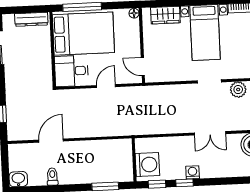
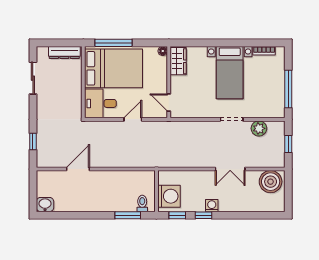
wardrobe: (165, 15) -> (178, 61), moved, turned -90
toilet: (52, 177) -> (142, 203), moved

